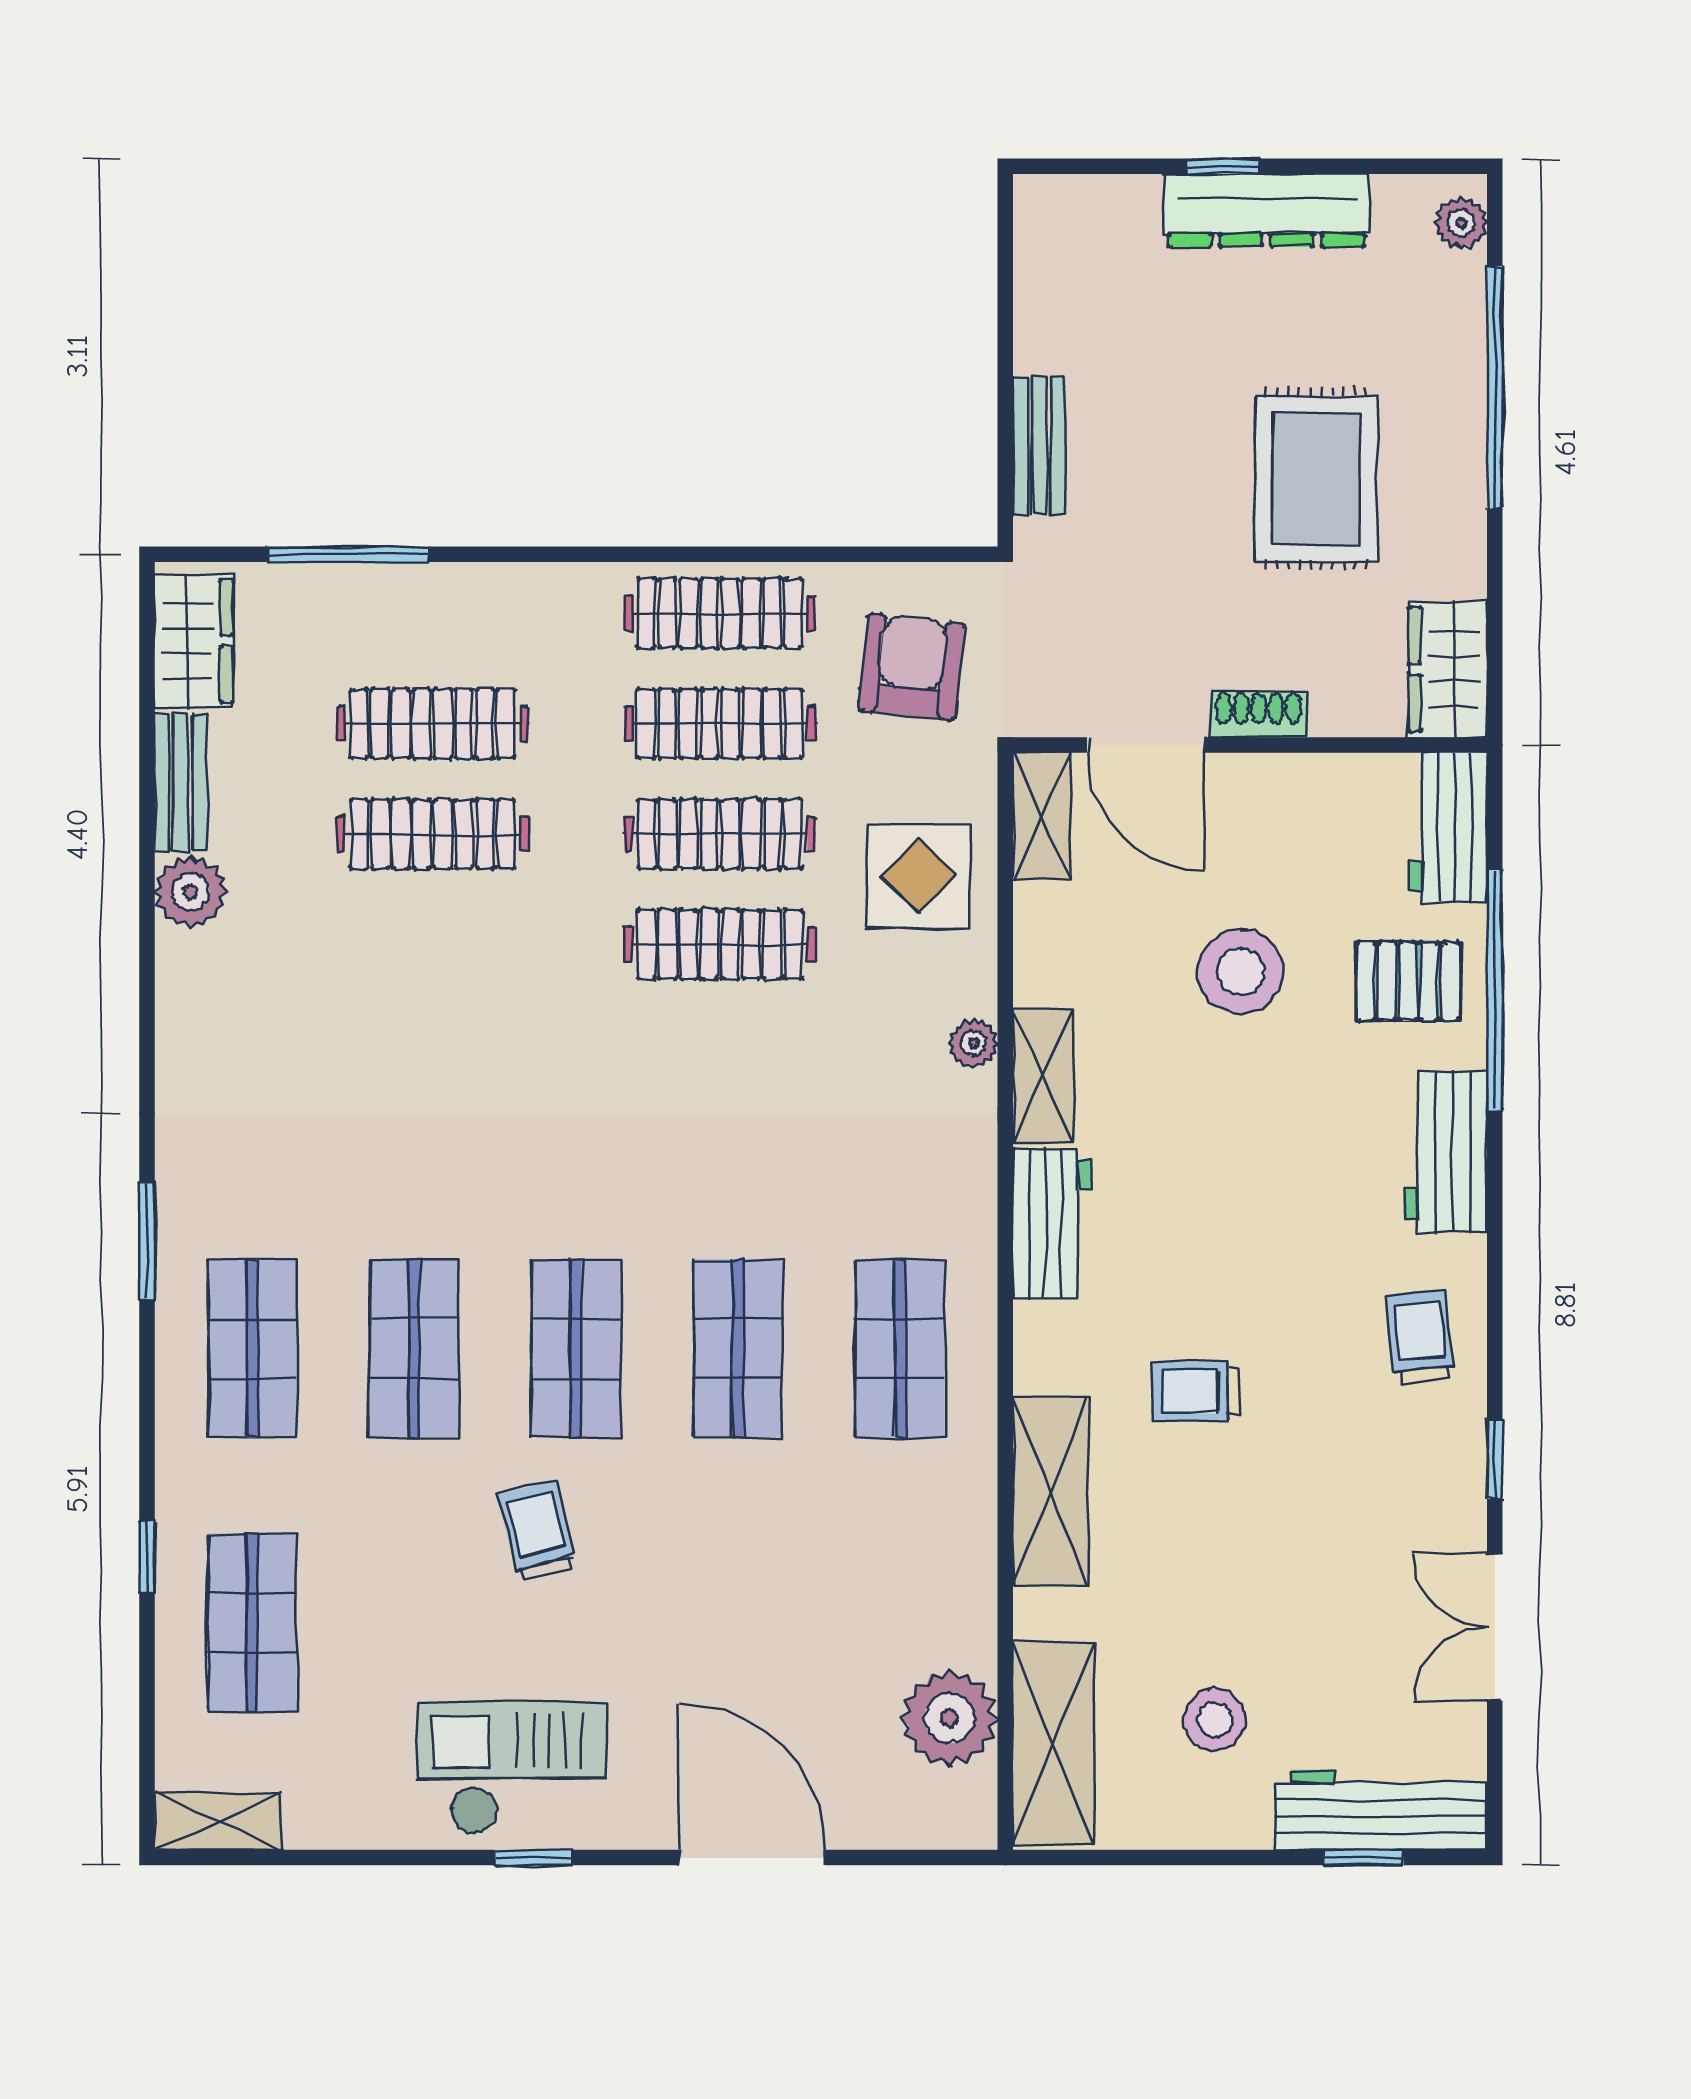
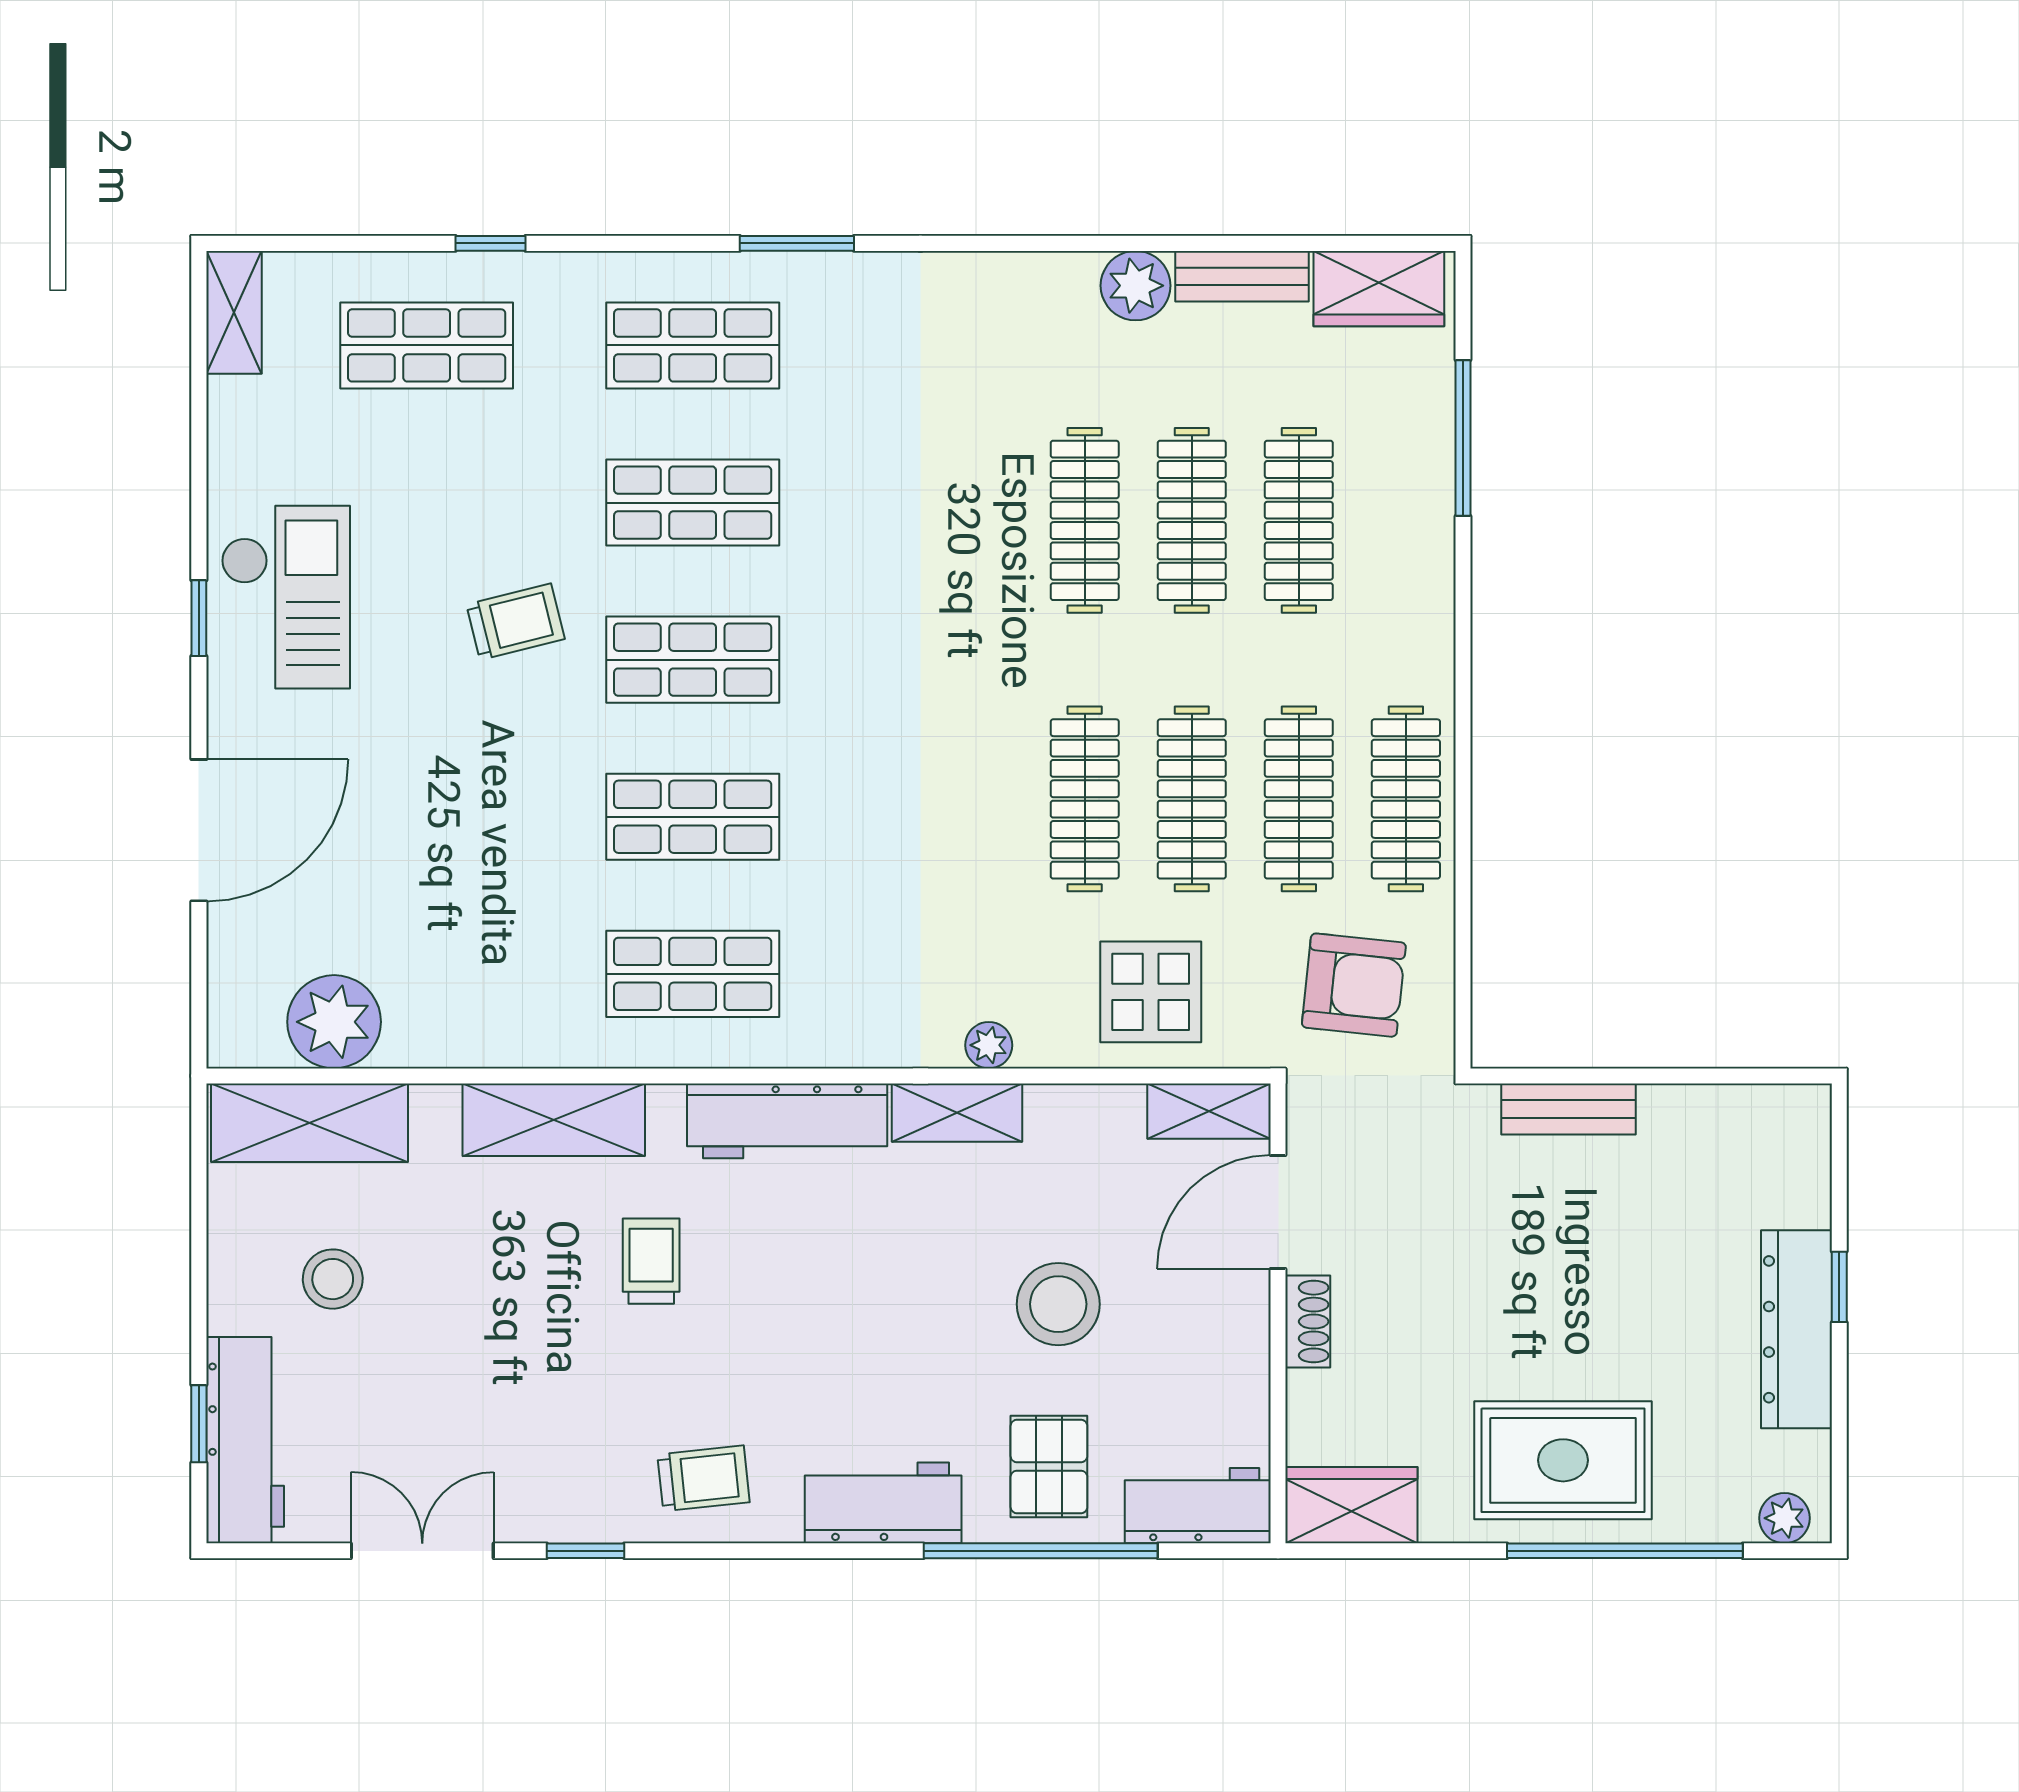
rug: (1316, 479) -> (1563, 1460), moved
clothes rail: (433, 944) -> (1085, 520), added
workbench: (1052, 1223) -> (787, 1121), width x1.38

